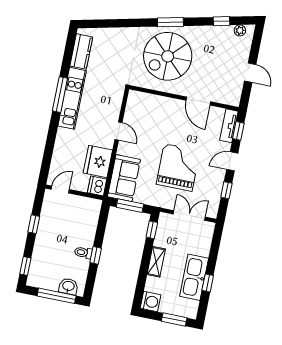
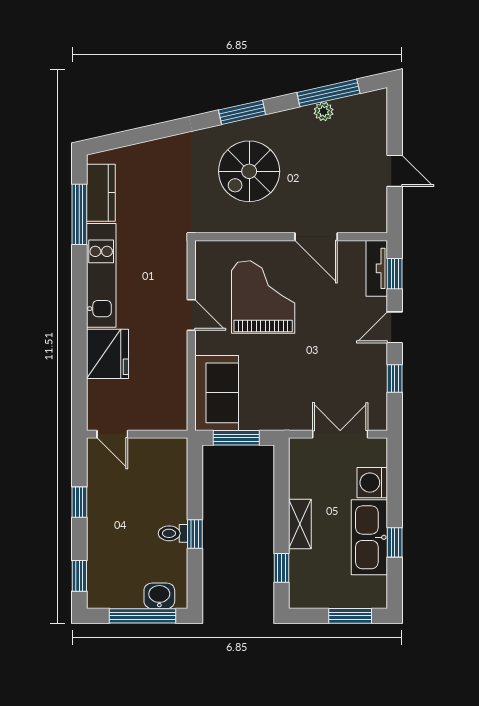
window: (222, 21) -> (328, 93), width x2.17
plant: (240, 30) -> (324, 111), moved
spiral stairs: (168, 56) -> (249, 171), width x0.73, depth x0.73
window: (60, 95) -> (79, 214), moved
fridge: (98, 162) -> (107, 354), moved, turned 180
grand piano: (178, 167) -> (263, 297), moved
dishwasher: (97, 186) -> (174, 415), removed
door: (60, 189) -> (112, 434), swing flipped
window: (152, 230) -> (282, 568), moved
washing machine: (151, 302) -> (372, 483), moved, turned 180

